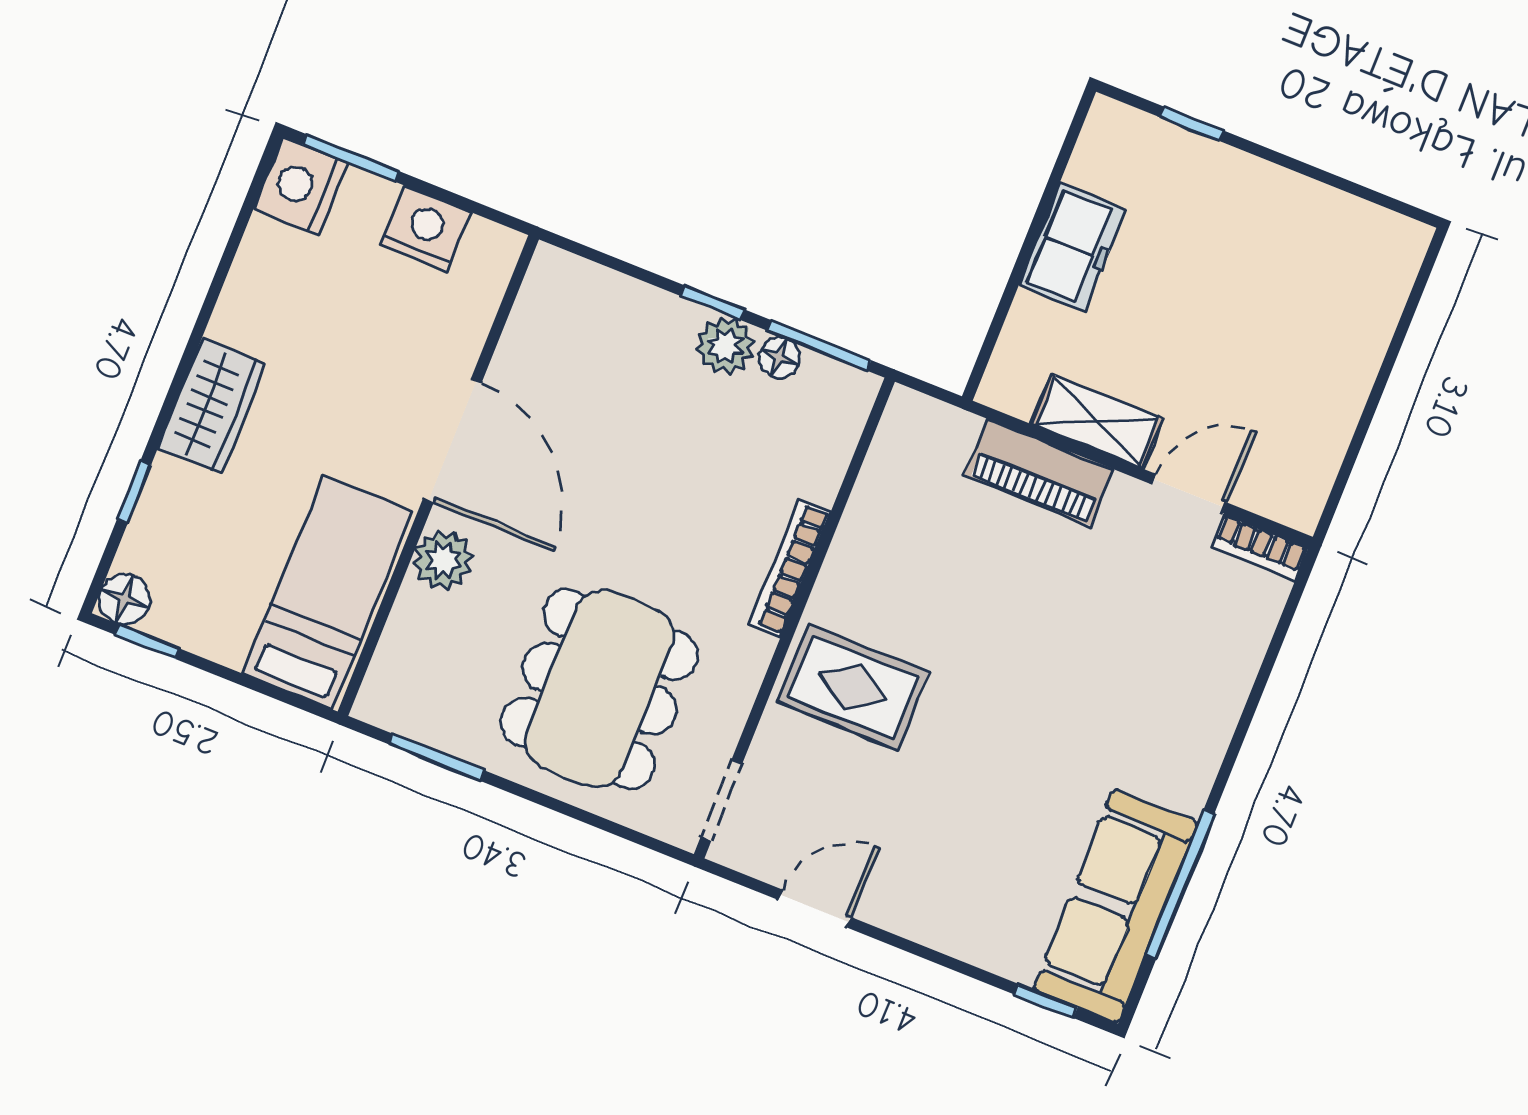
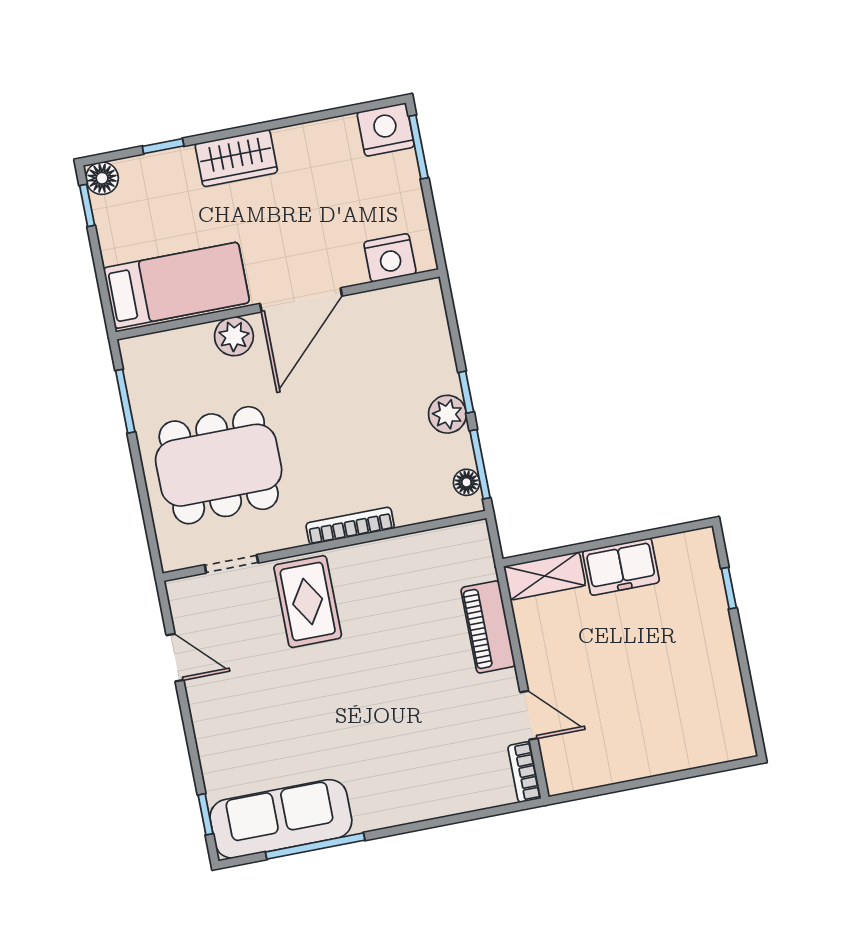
nightstand: (425, 229) -> (390, 258), moved, turned 90
floor lamp: (779, 358) -> (467, 482), moved
shelving: (1097, 421) -> (545, 576), moved, turned 90
doorway: (722, 800) -> (231, 564), moved

